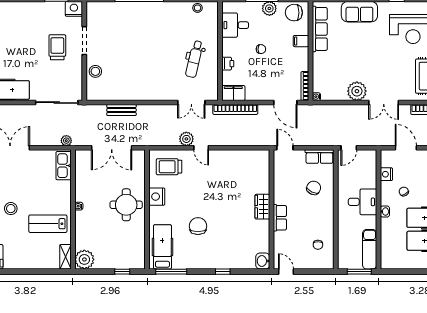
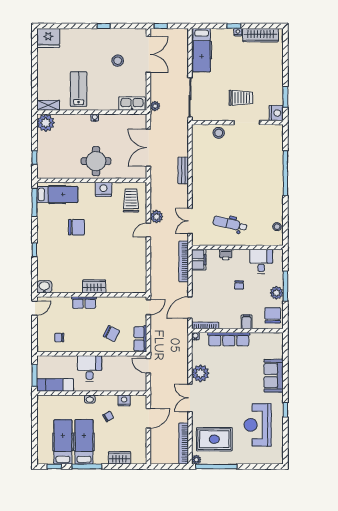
row of seats: (320, 29) -> (229, 339), moved
bench: (121, 110) -> (183, 170), moved
desk: (362, 202) -> (90, 368), moved, turned 180
stool: (11, 209) -> (118, 61), moved

